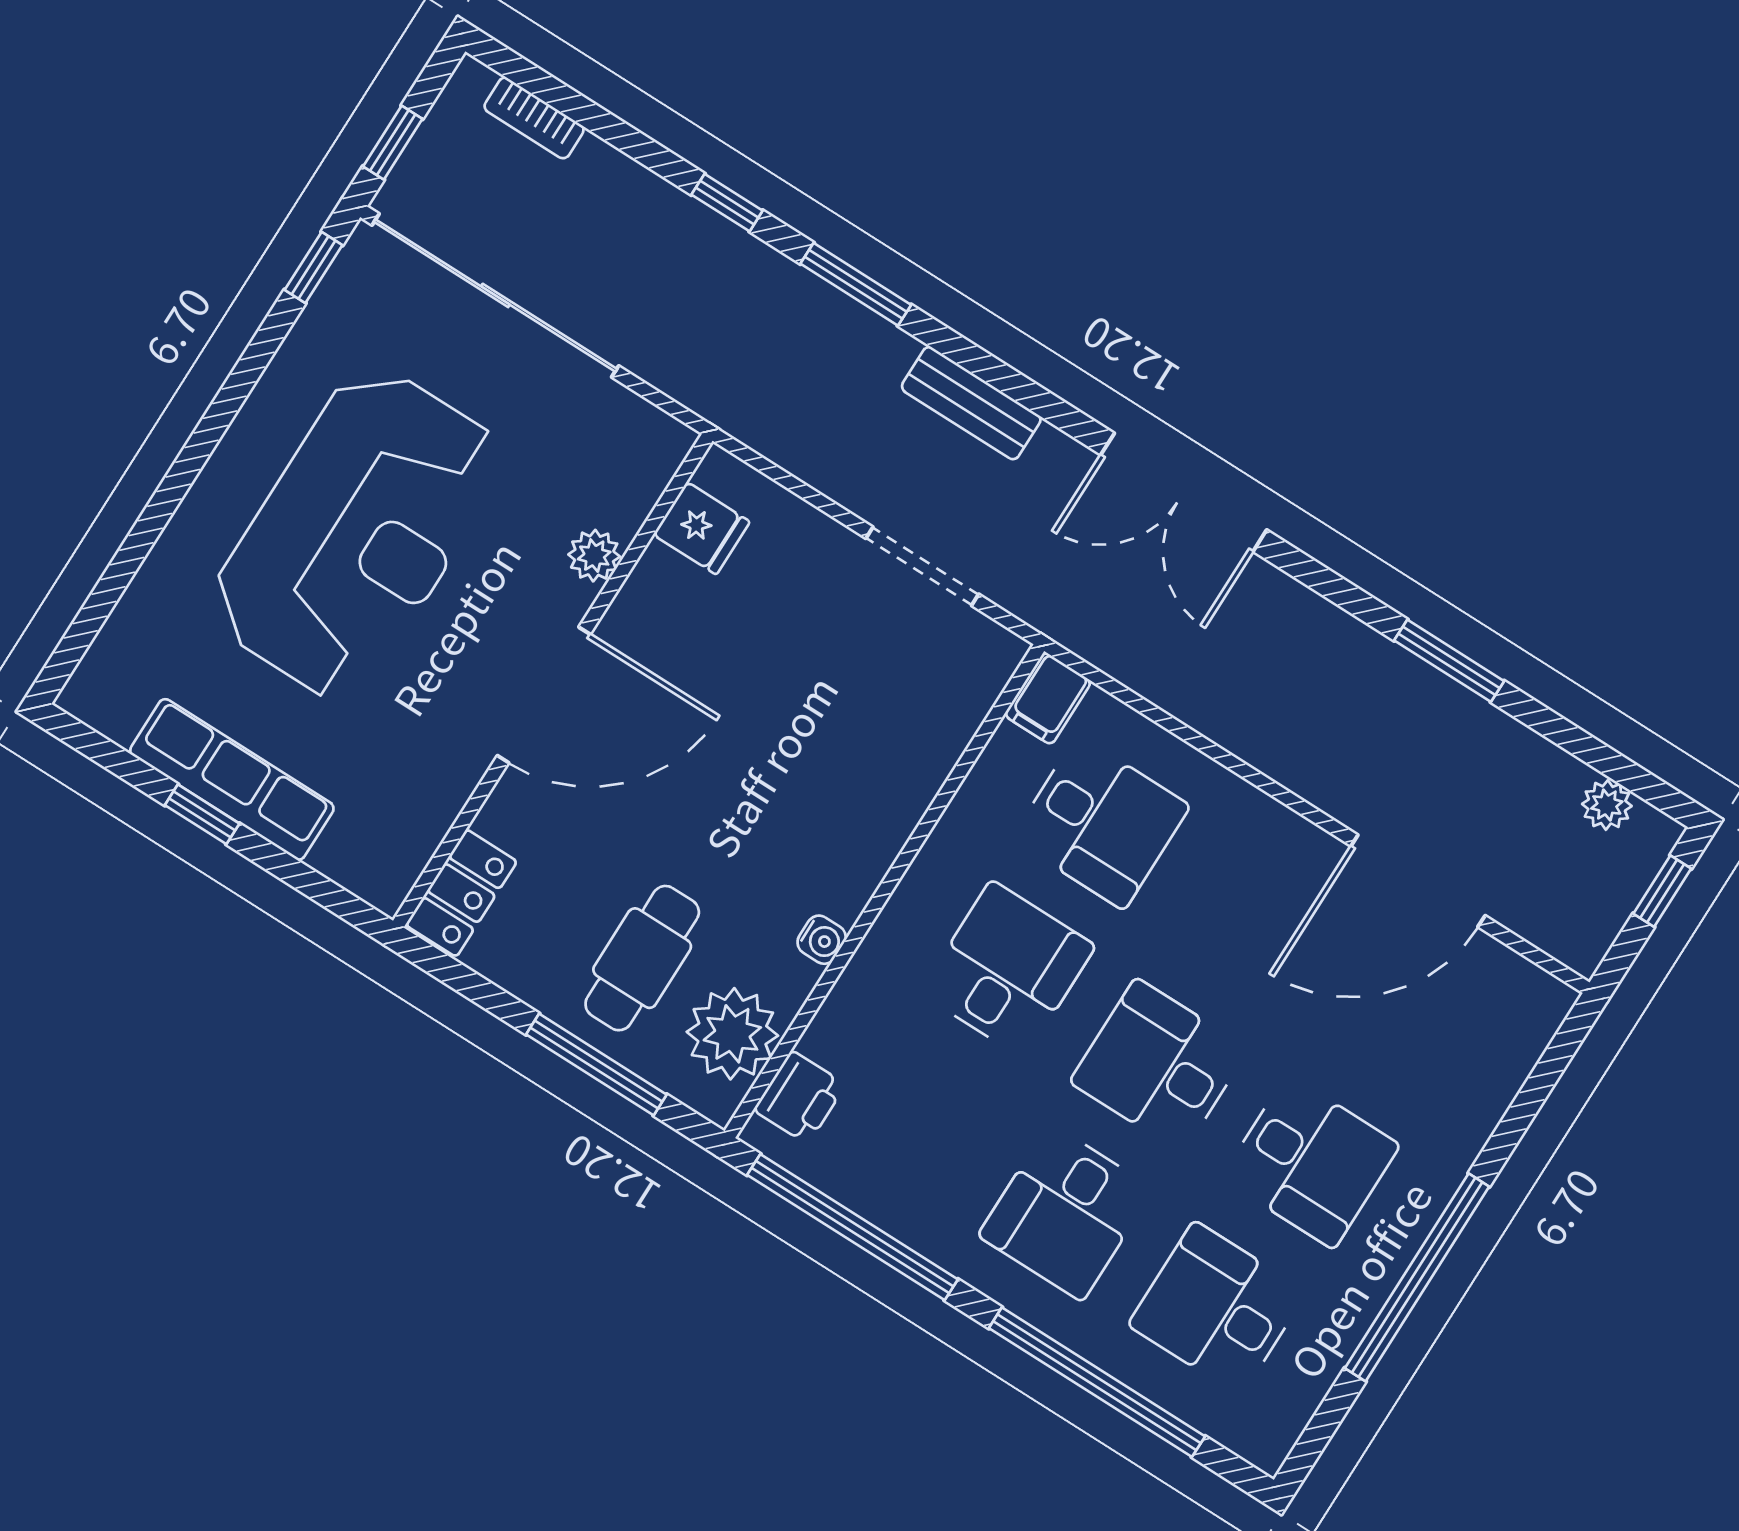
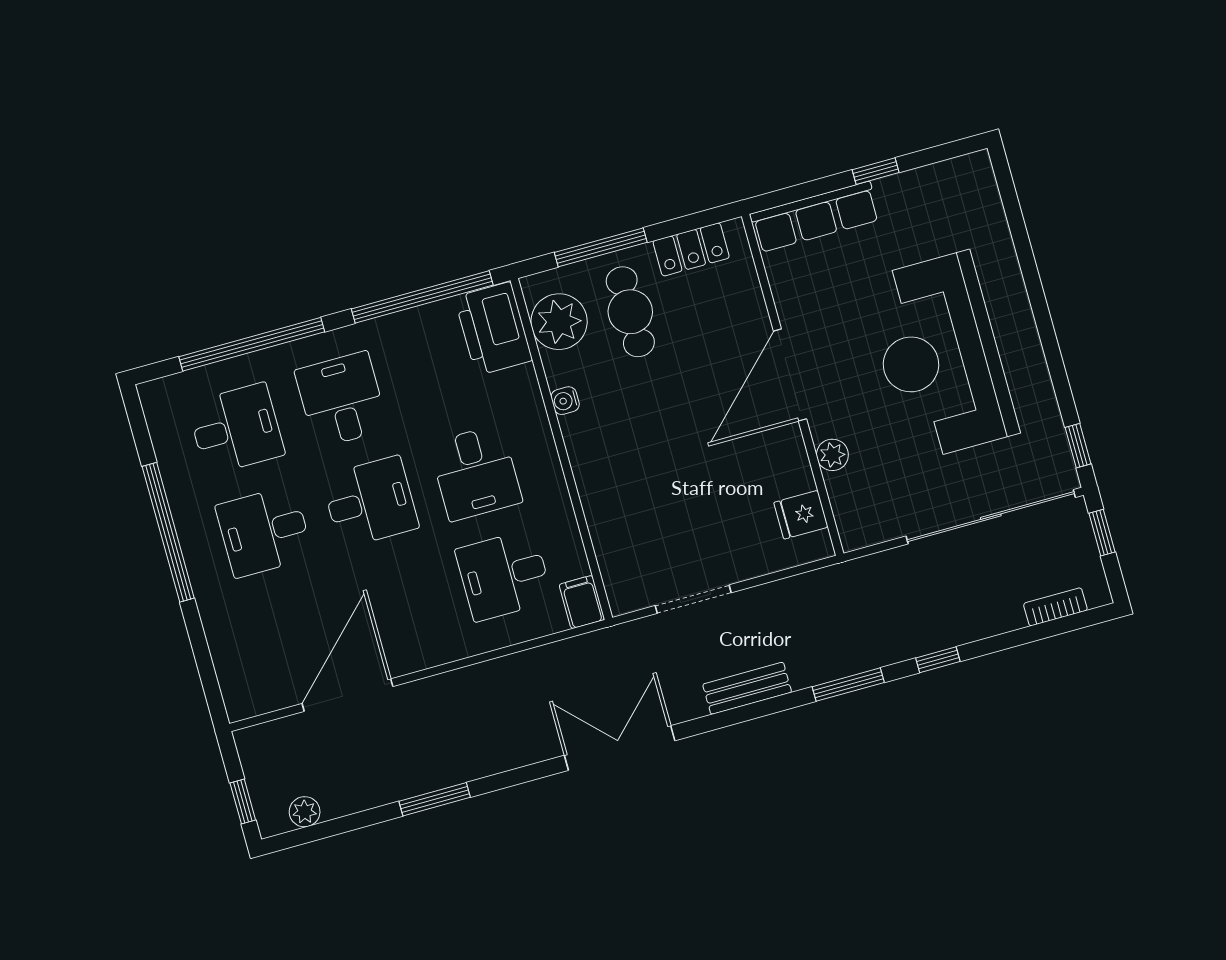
row of seats: (232, 779) -> (815, 217), moved
locker: (461, 893) -> (691, 249), moved, turned -90
printer: (800, 1097) -> (493, 329), width x1.87, depth x1.48

